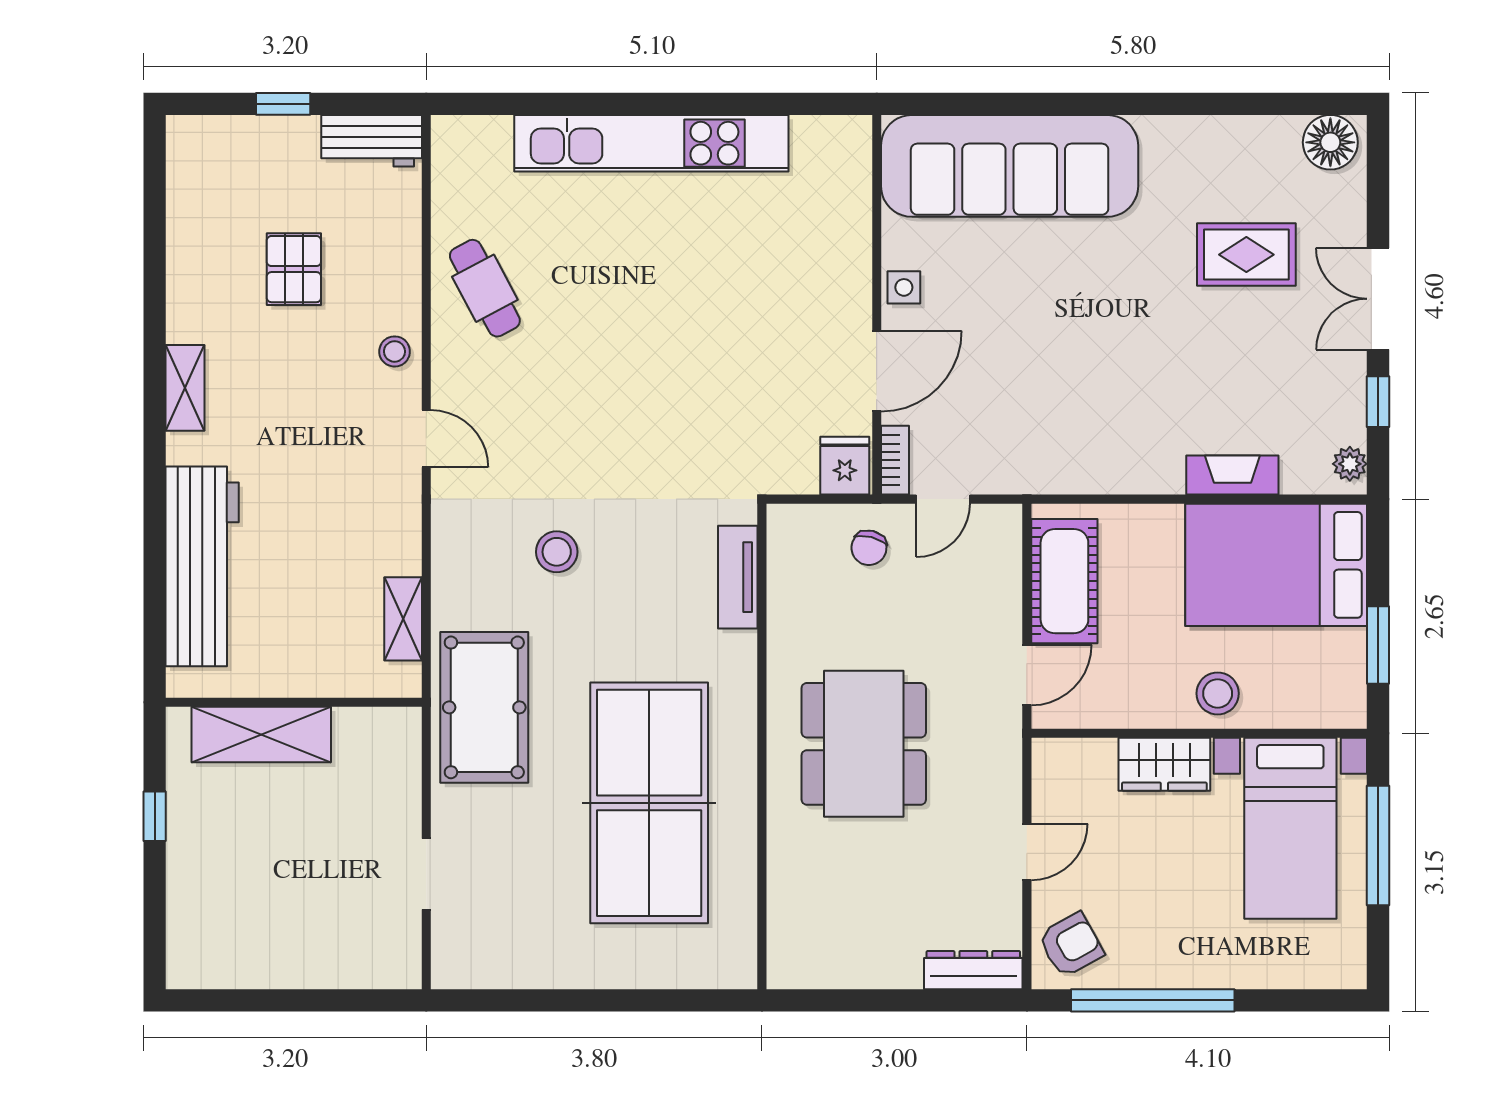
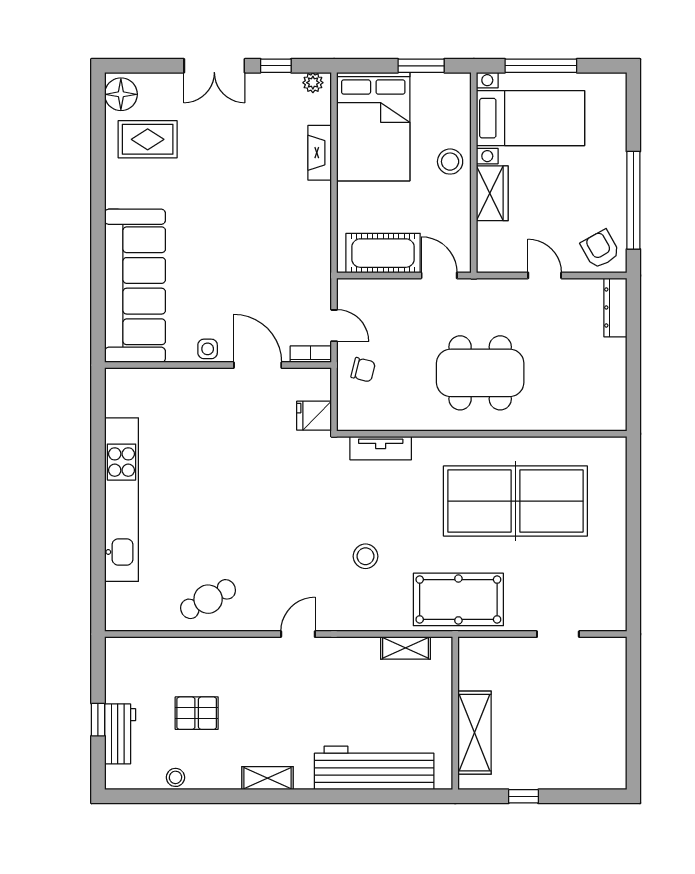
workbench: (372, 141) -> (120, 734), moved
rug: (1246, 255) -> (148, 139), moved, turned 90
stool: (395, 351) -> (175, 777), moved
fridge: (845, 466) -> (314, 416), moved

